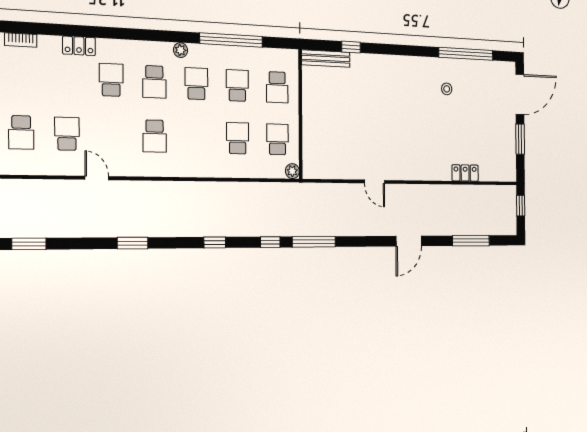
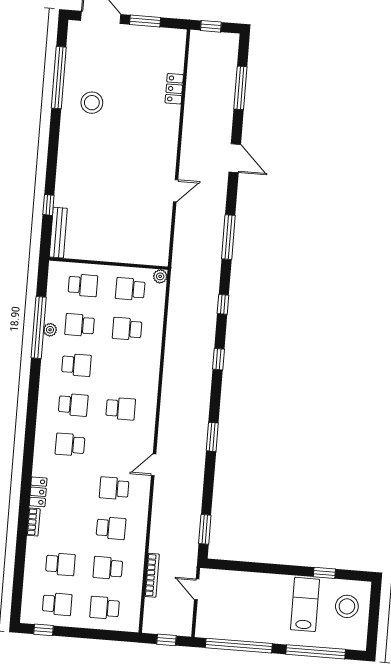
locker: (79, 46) -> (38, 492), moved
plant: (181, 50) -> (50, 330), moved
school desk: (196, 84) -> (76, 365), turned 180
stool: (447, 89) -> (92, 103), width x1.89, depth x1.89
window: (314, 242) -> (228, 237), moved

